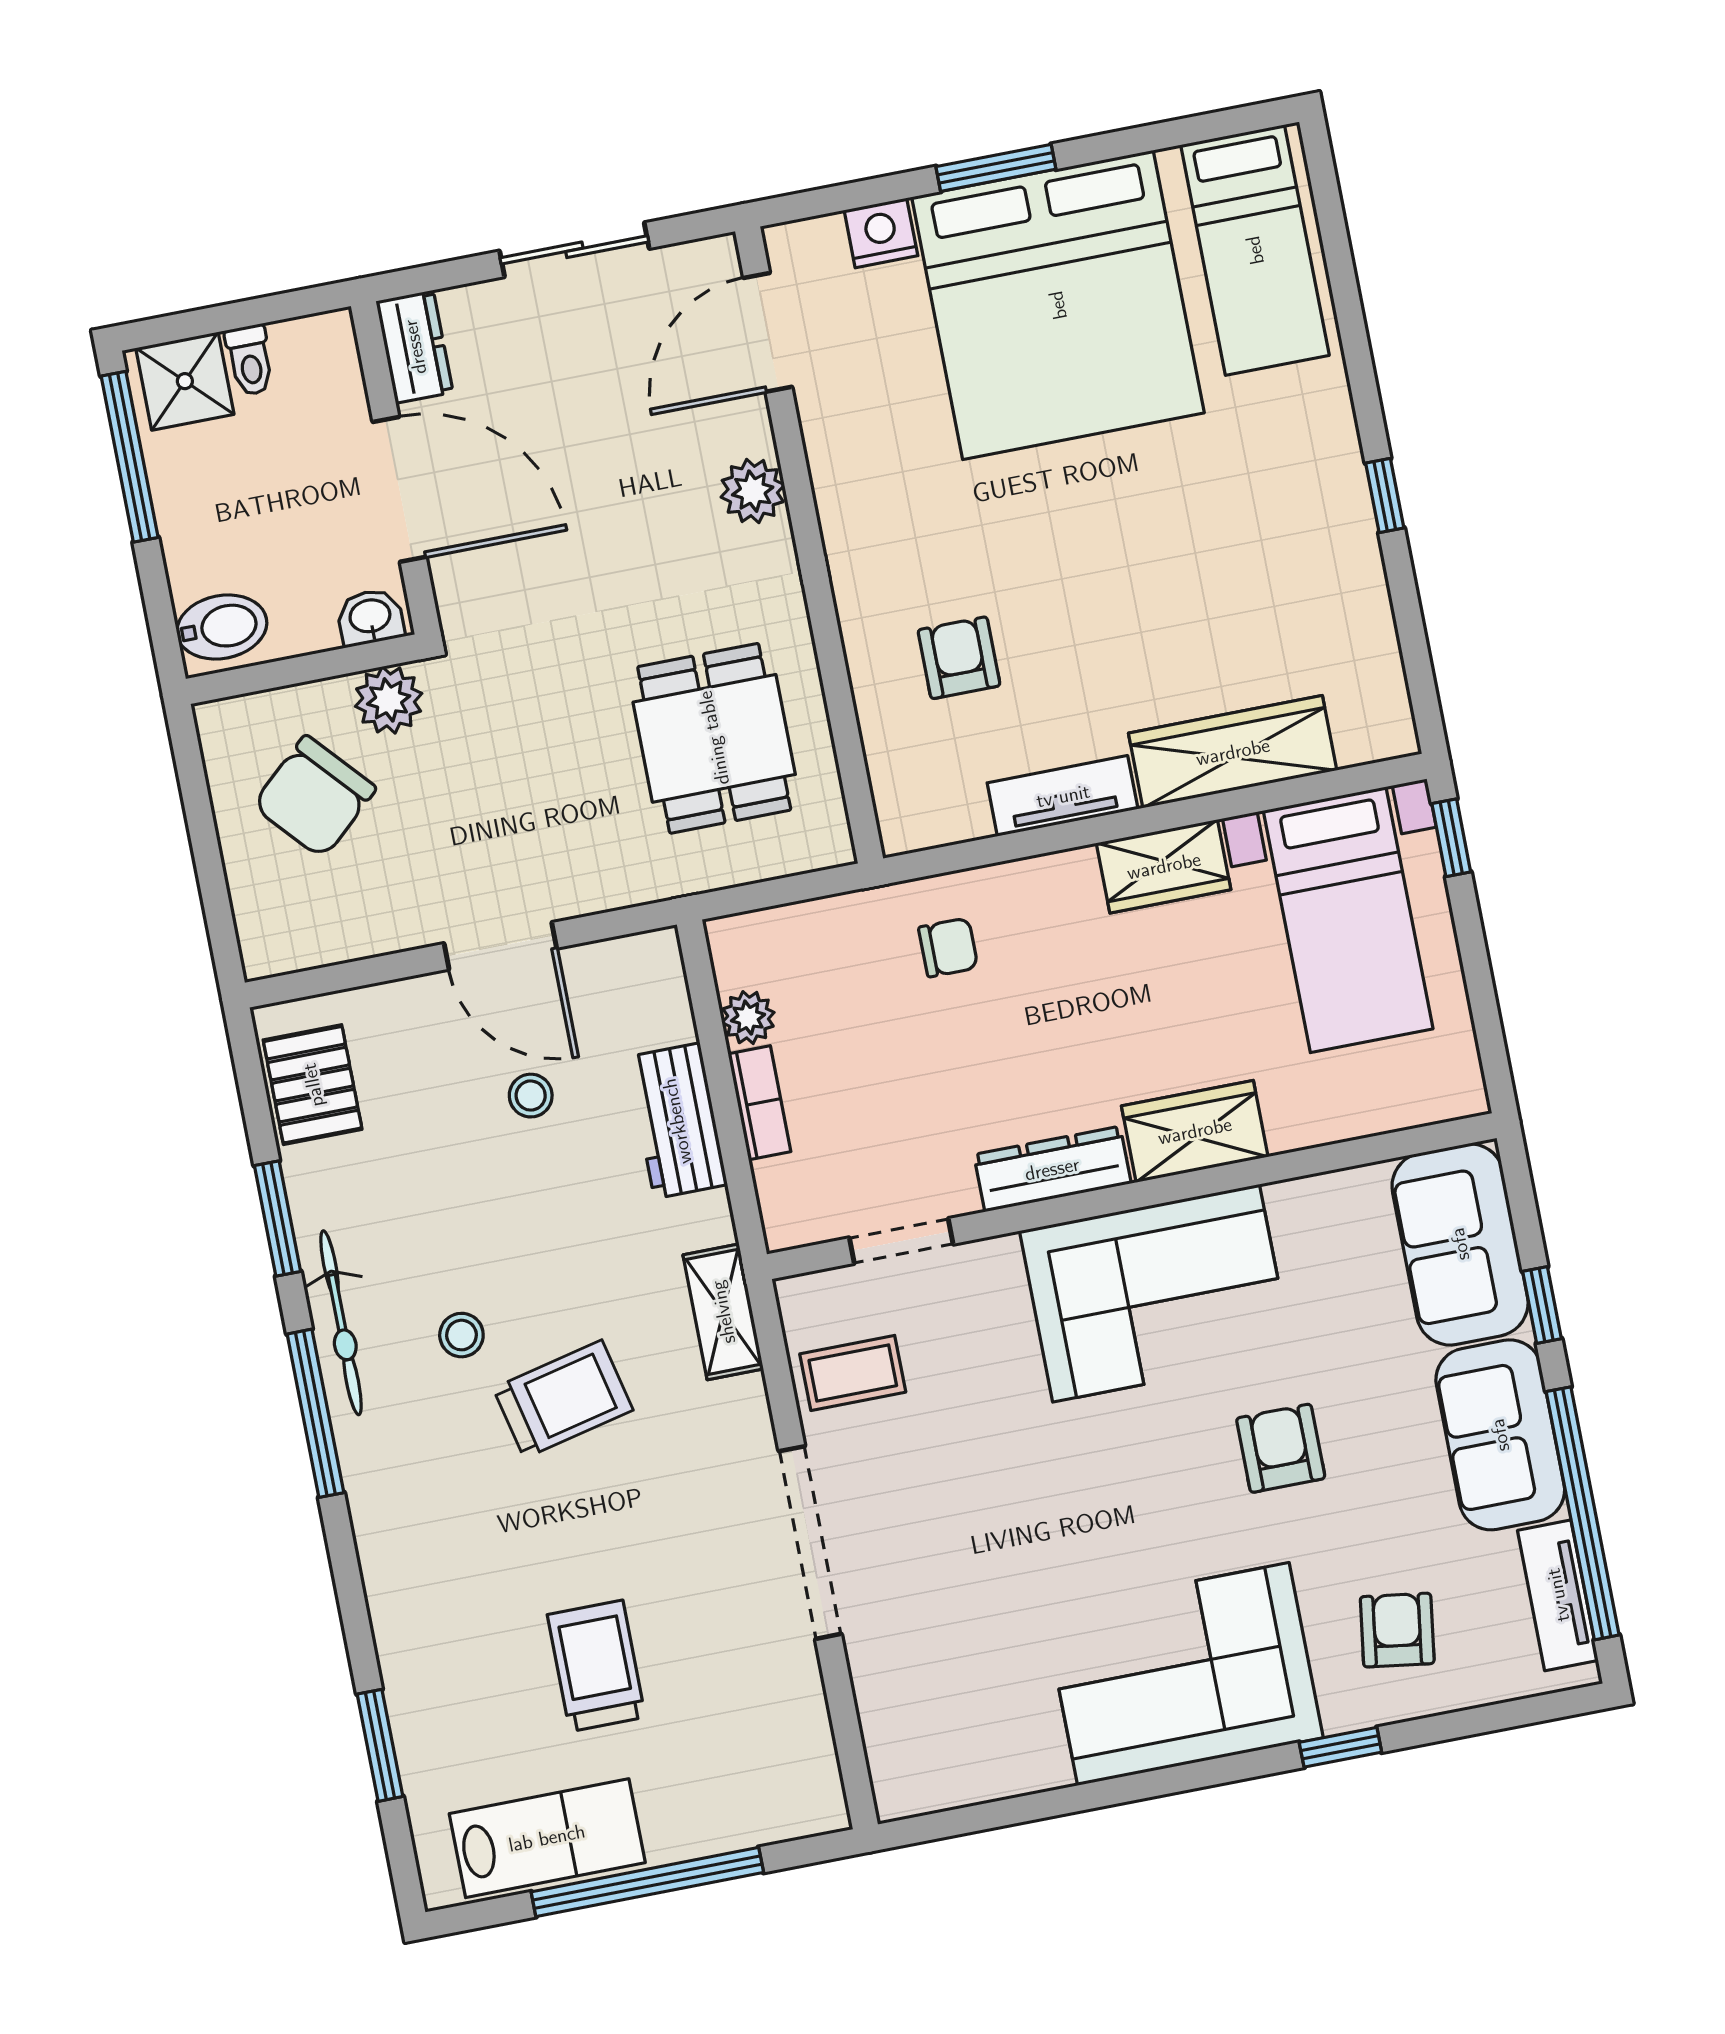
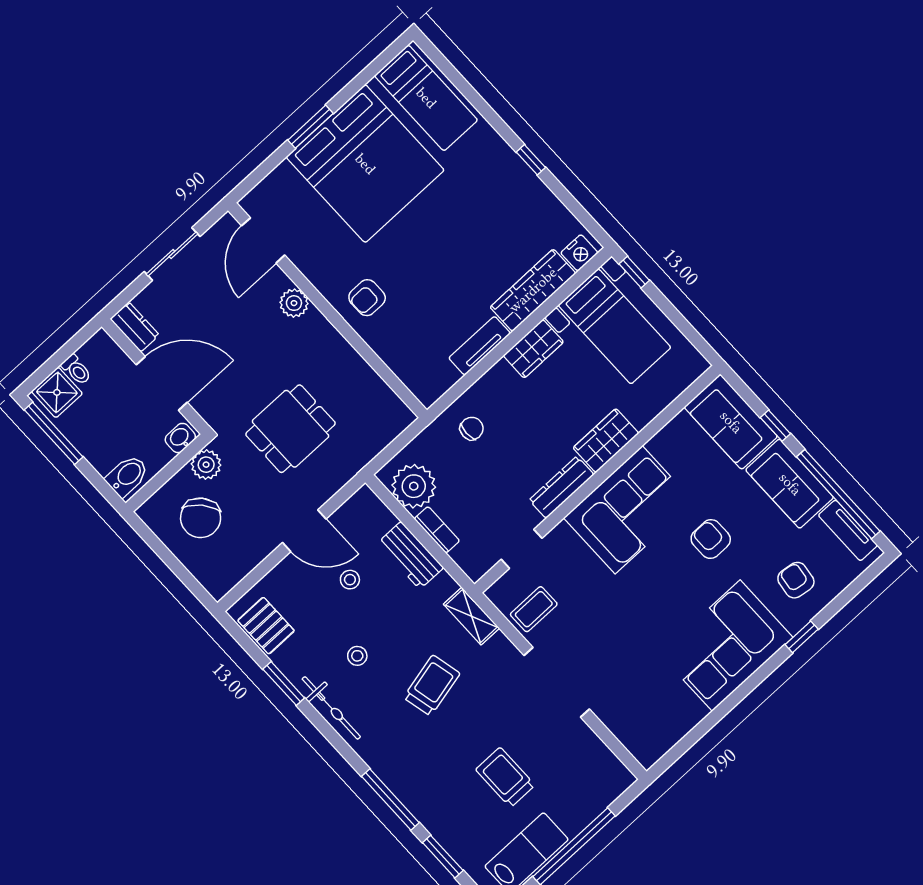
nightstand: (881, 233) -> (579, 253), moved, turned 180
armchair: (959, 658) -> (367, 298), moved, turned -90
dining table: (714, 738) -> (291, 429), moved, turned 90
plant: (748, 1018) -> (414, 486), width x1.88, depth x1.88
stool: (461, 1335) -> (357, 656), moved
window: (315, 1413) -> (390, 800), moved

